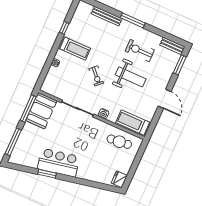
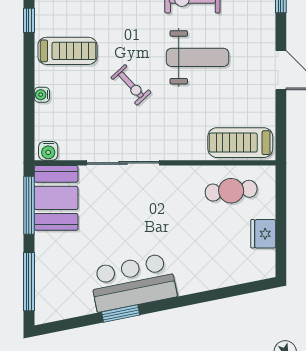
water cooler: (104, 114) -> (48, 151), moved
fridge: (119, 179) -> (263, 234), moved

